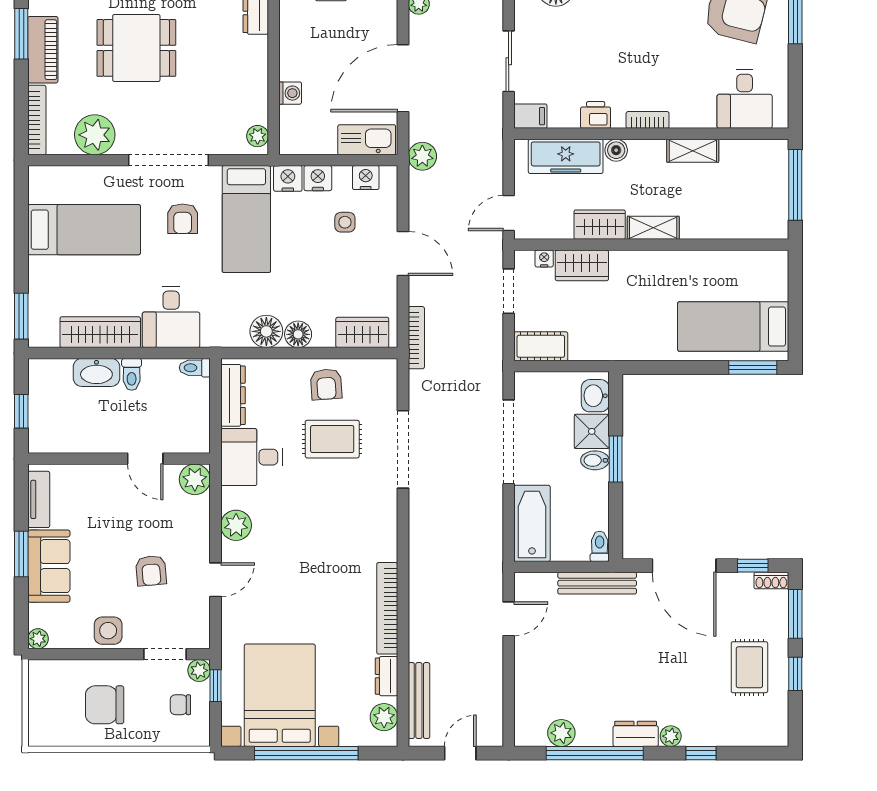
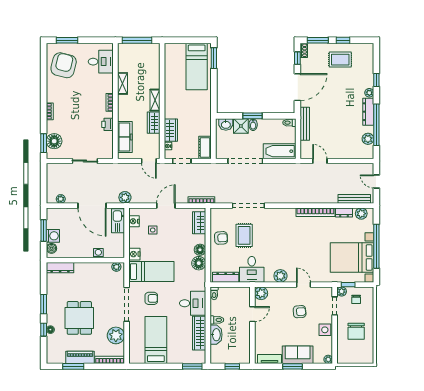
filing cabinet: (530, 116) -> (108, 152), removed
boiler: (616, 150) -> (122, 116), removed
nightstand: (318, 178) -> (134, 241), removed
dresser: (636, 734) -> (368, 112), width x1.44

